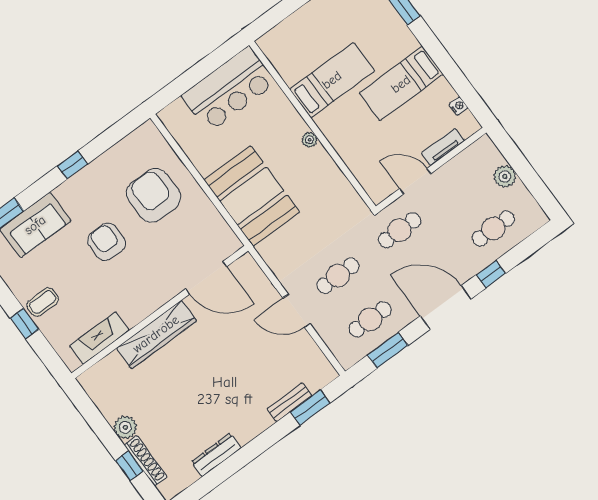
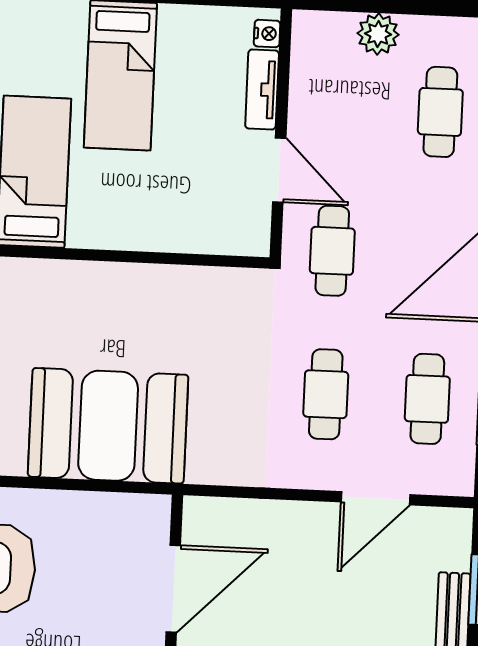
nightstand: (458, 106) -> (267, 34), moved, turned 90
plant: (310, 140) -> (94, 275), removed
door: (415, 181) -> (279, 170), swing flipped
door: (296, 311) -> (375, 498), moved

